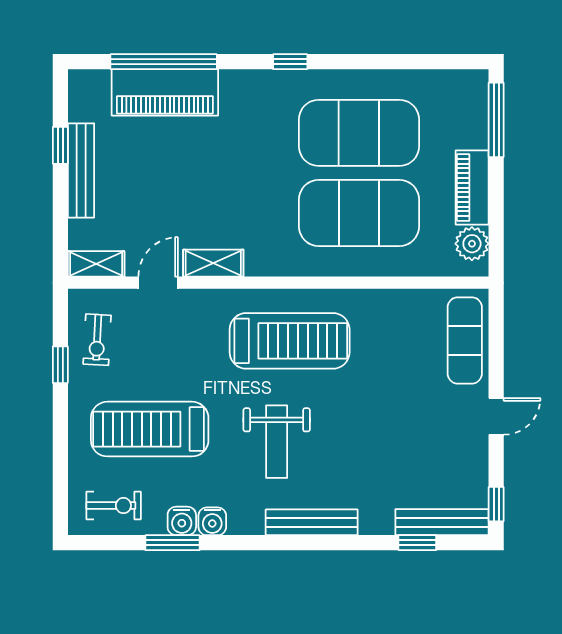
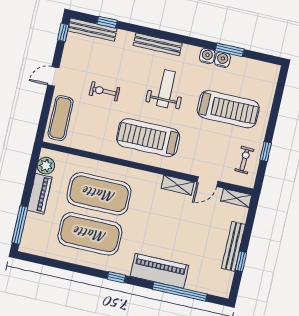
piano: (165, 92) -> (159, 271), moved
exercise bike: (114, 506) -> (104, 91), moved

